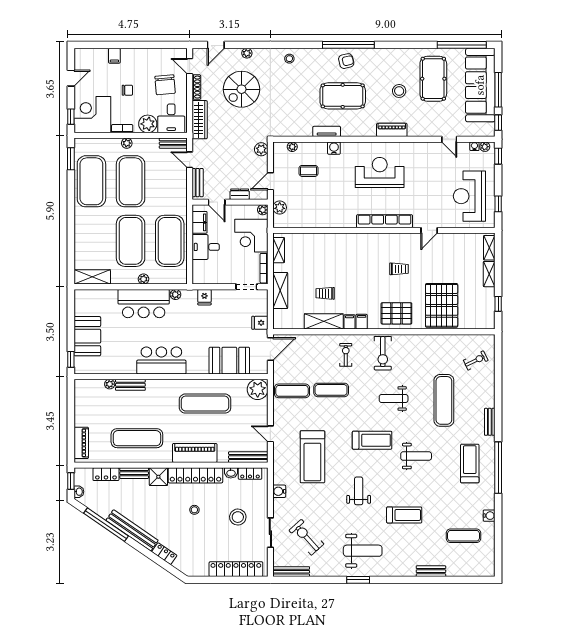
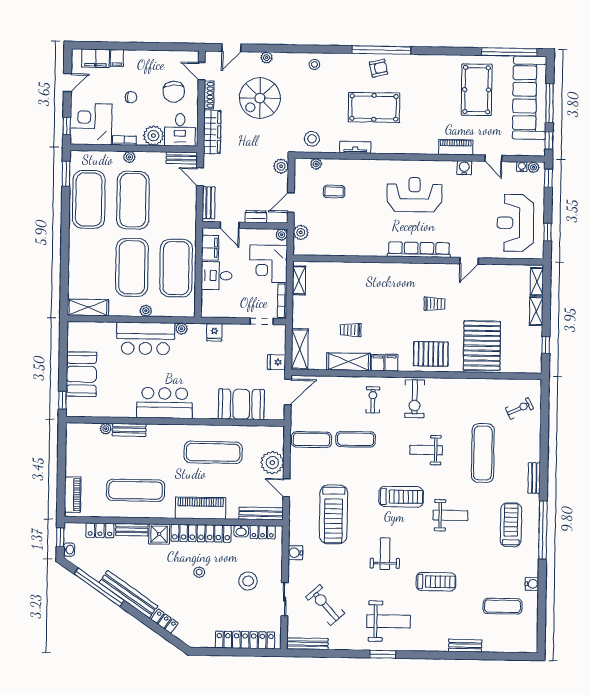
filing cabinet: (95, 56) -> (96, 58), added
stool: (399, 91) -> (312, 139), moved
piano: (392, 130) -> (456, 147), moved
water cooler: (334, 148) -> (464, 168), moved
shelving: (280, 291) -> (300, 349), moved
plant: (258, 389) -> (272, 463), moved

